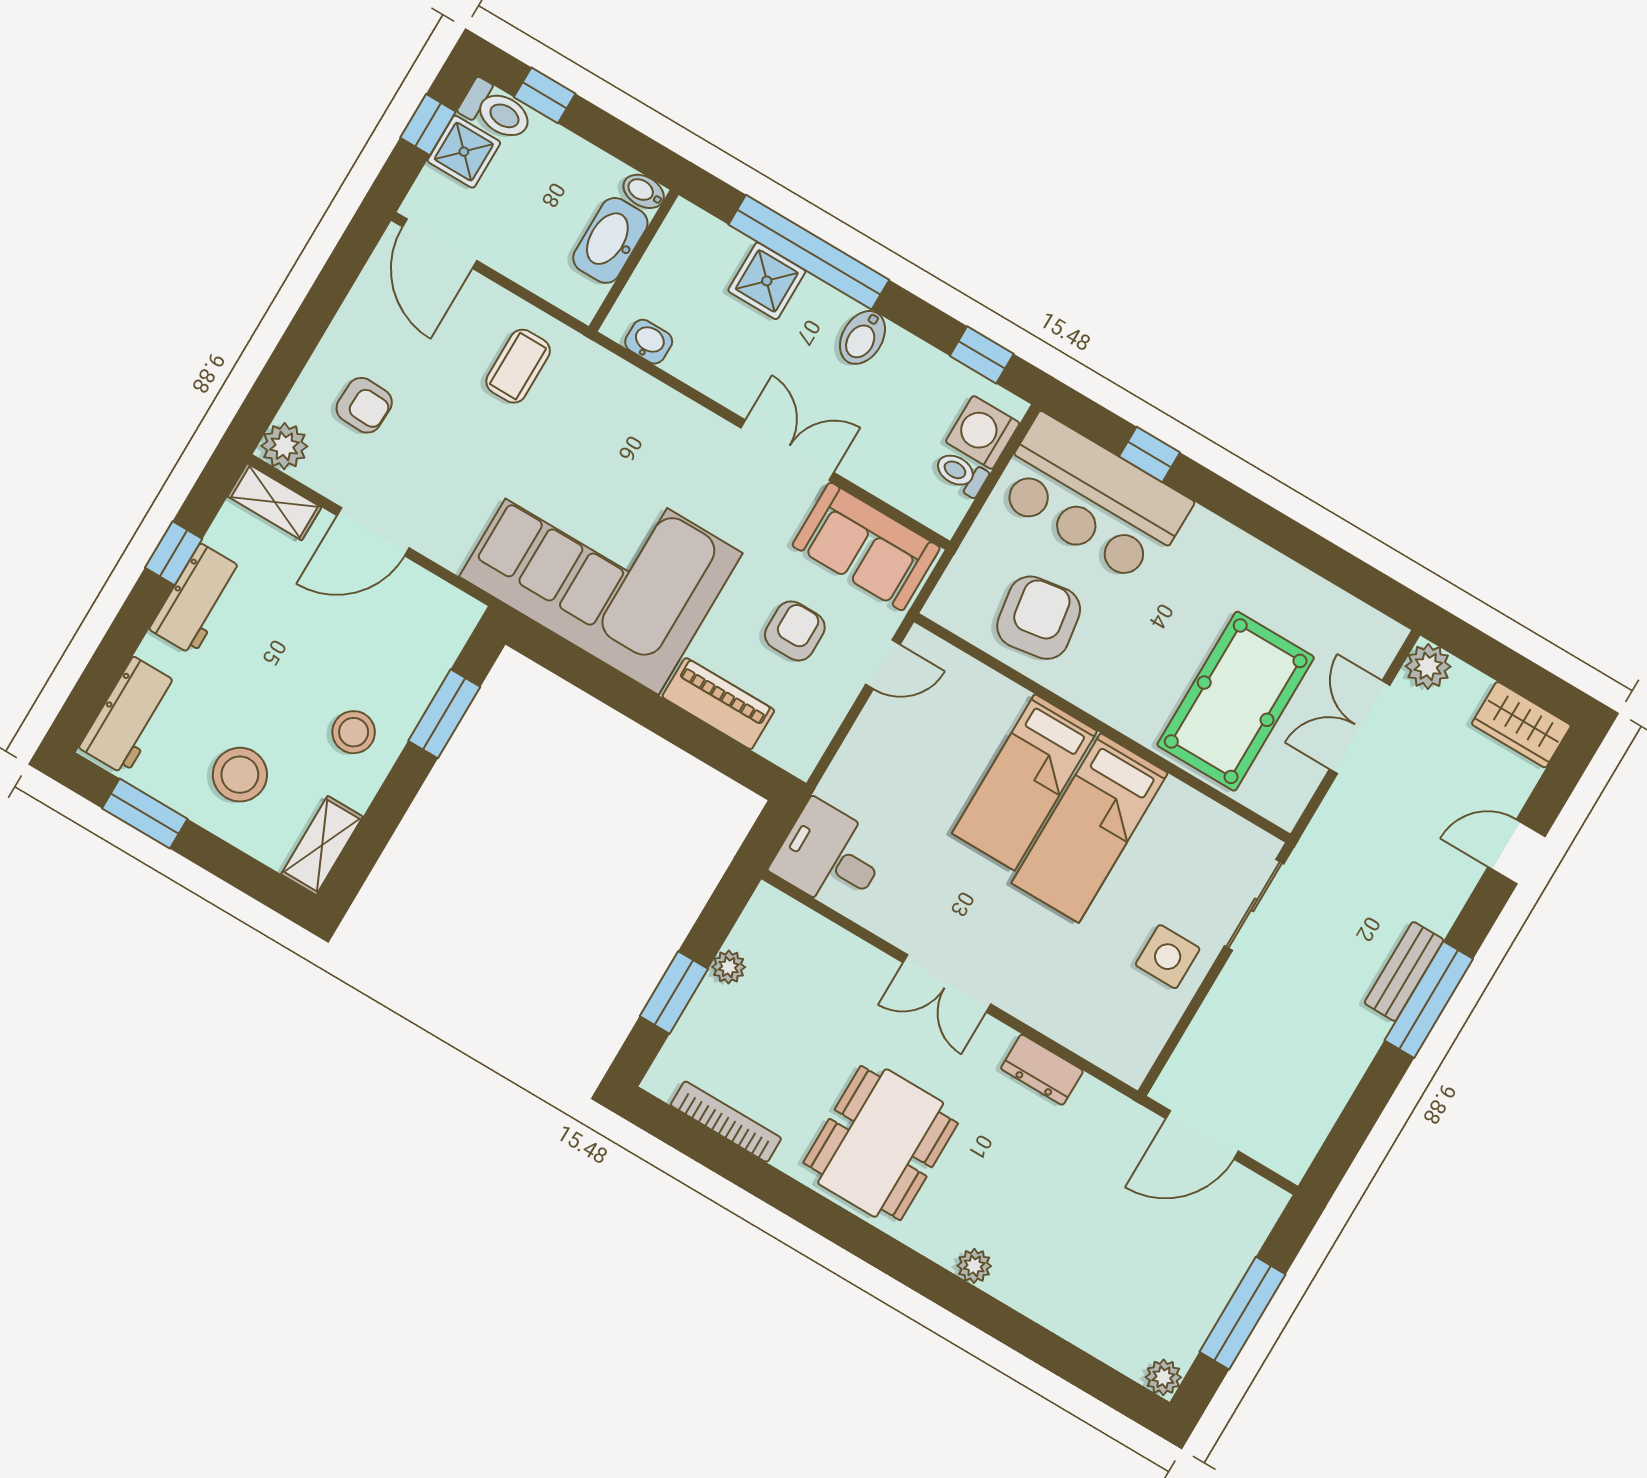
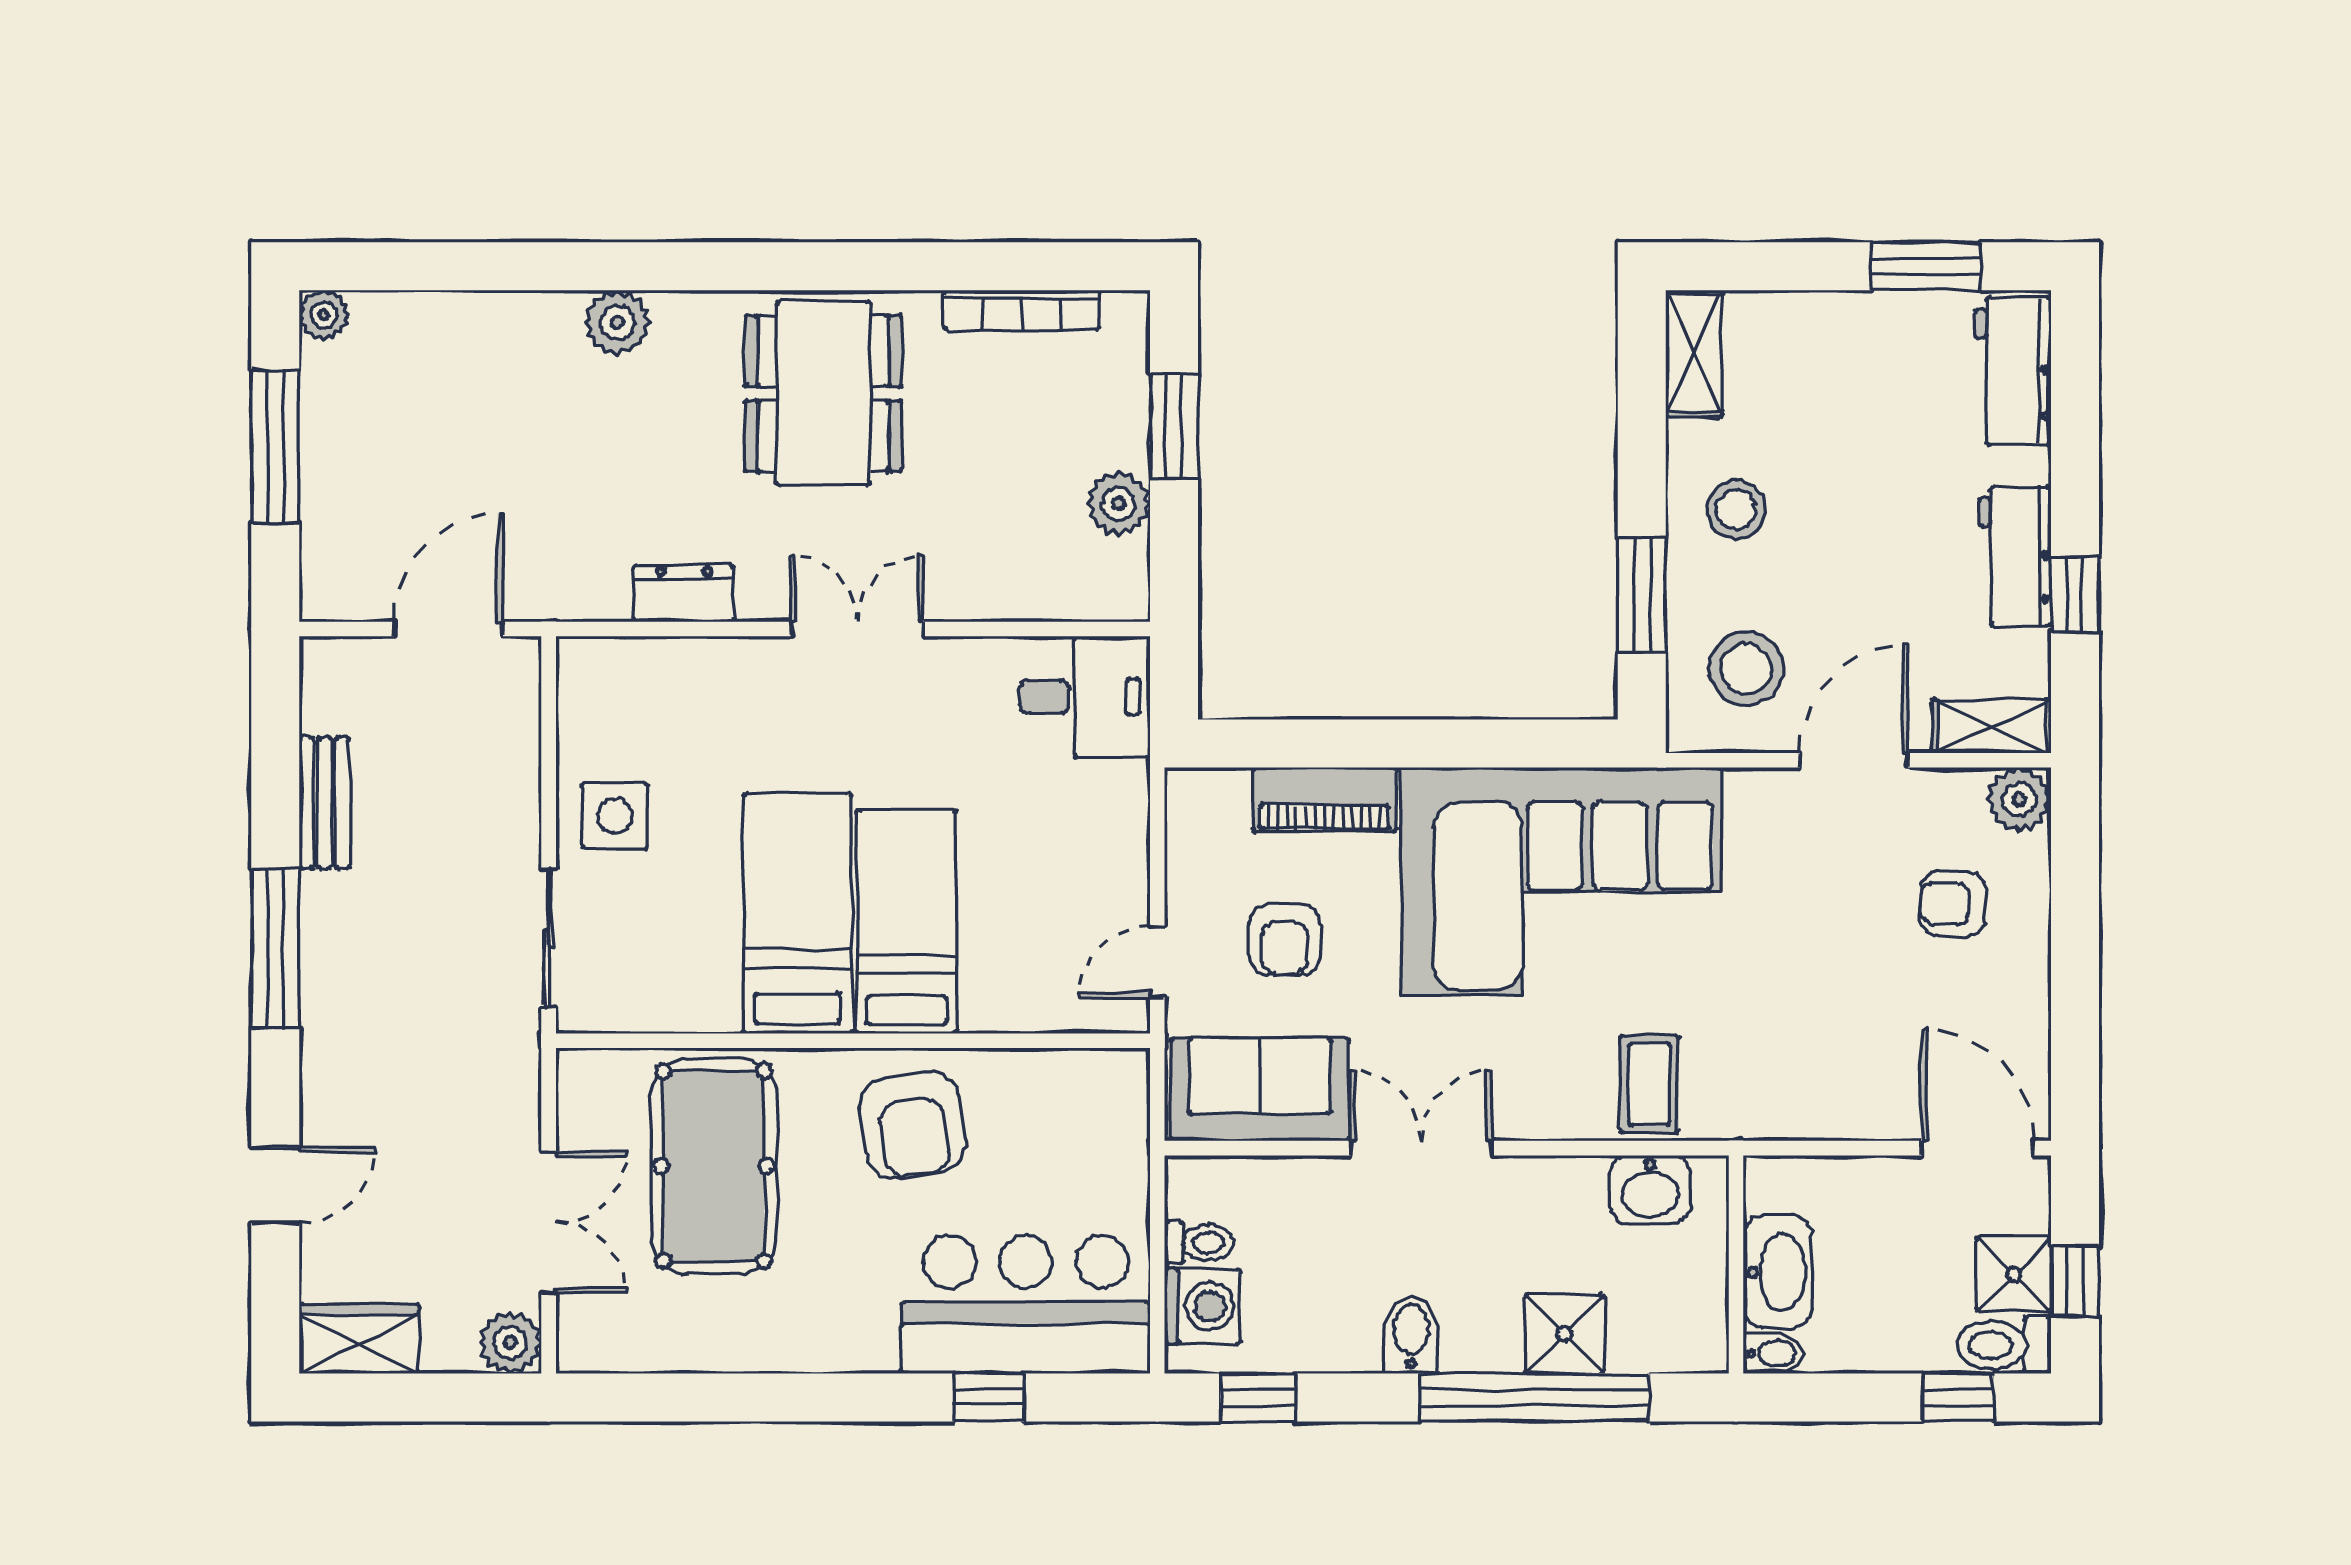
washbasin: (649, 342) -> (1650, 1190), width x1.38, depth x1.45
coffee table: (518, 366) -> (1649, 1084), moved
double door: (787, 450) -> (1421, 1148), swing flipped
armchair: (1039, 618) -> (913, 1125), moved
stool: (240, 775) -> (1746, 669), moved
plant: (729, 967) -> (1118, 504), width x1.38, depth x1.38
bench: (1404, 971) -> (324, 803), moved
plant: (974, 1266) -> (617, 323), width x1.38, depth x1.38

